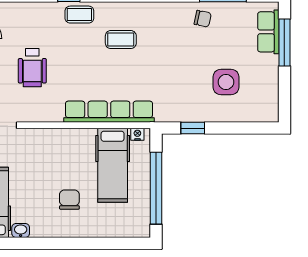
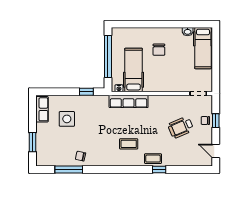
row of seats: (268, 32) -> (42, 109), moved
window: (284, 43) -> (32, 142), width x0.69
wheelchair: (32, 68) -> (181, 127), turned -113
row of seats: (109, 112) -> (129, 101), width x0.73

